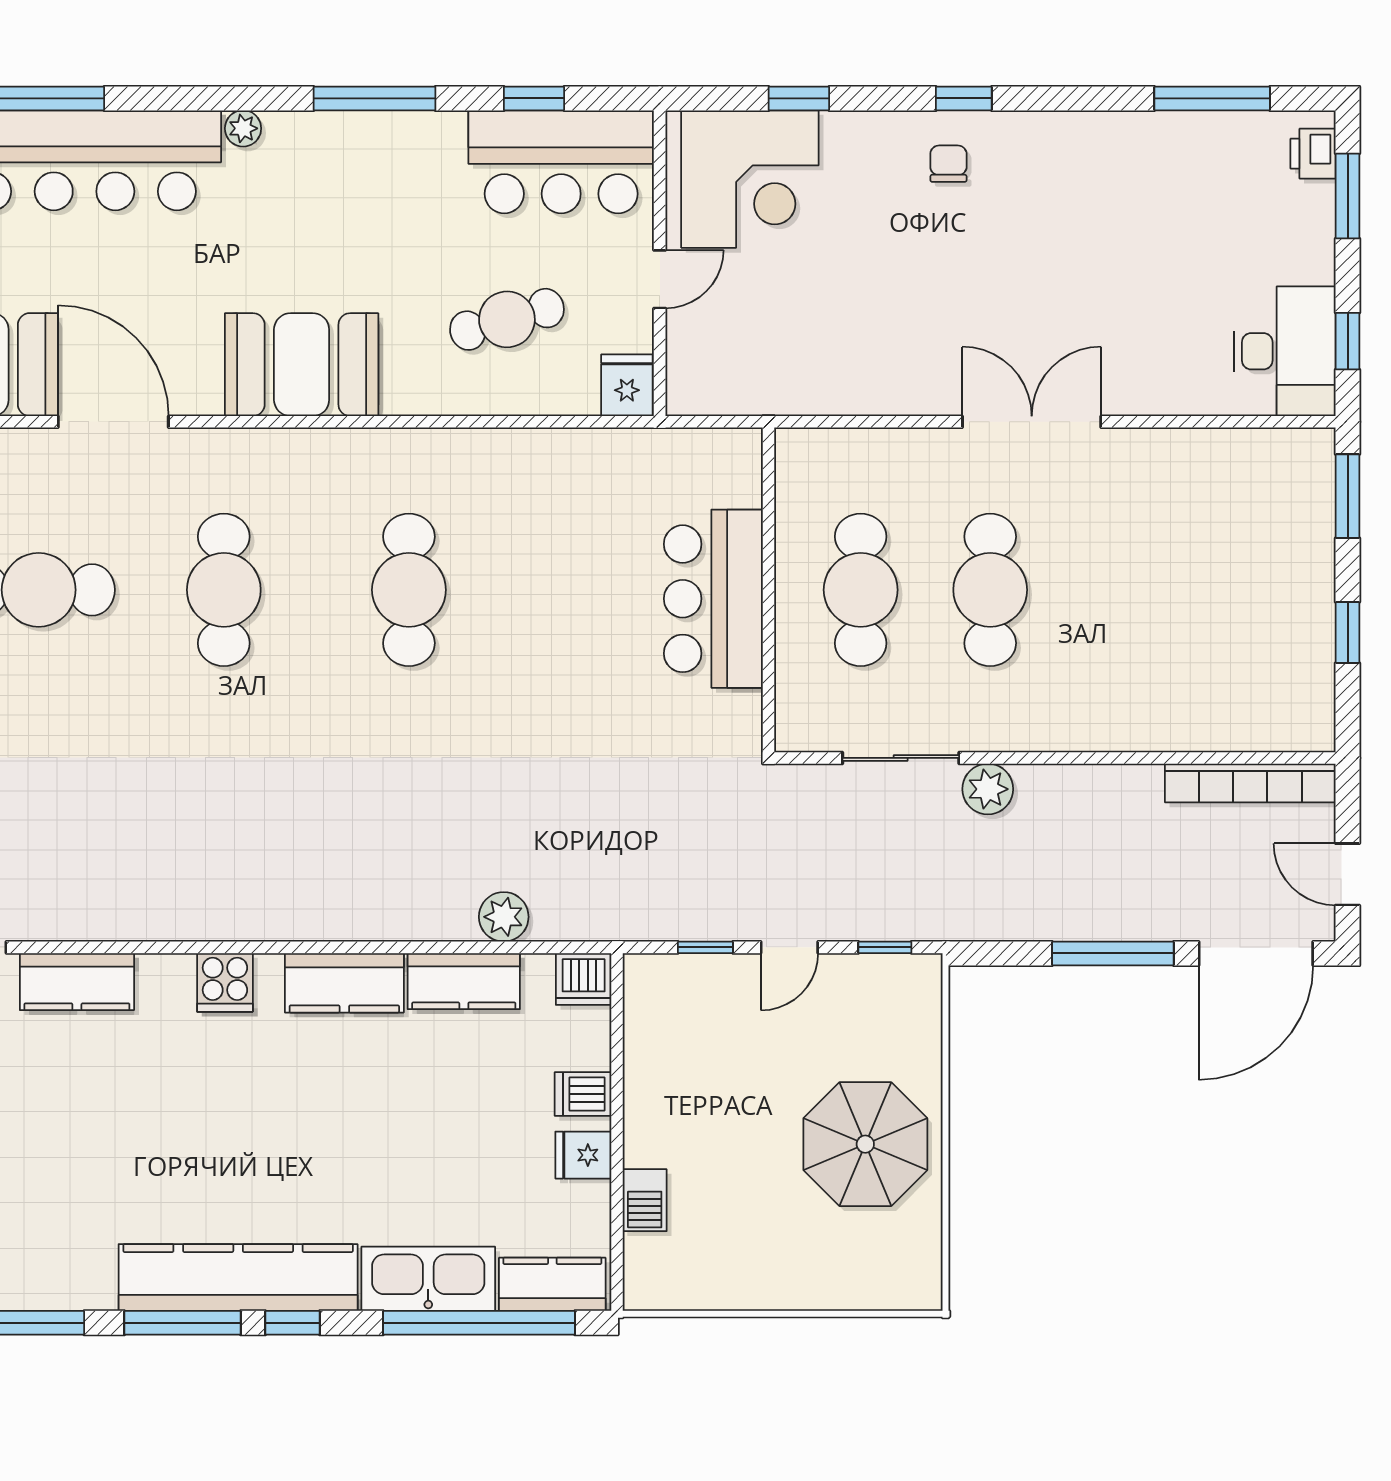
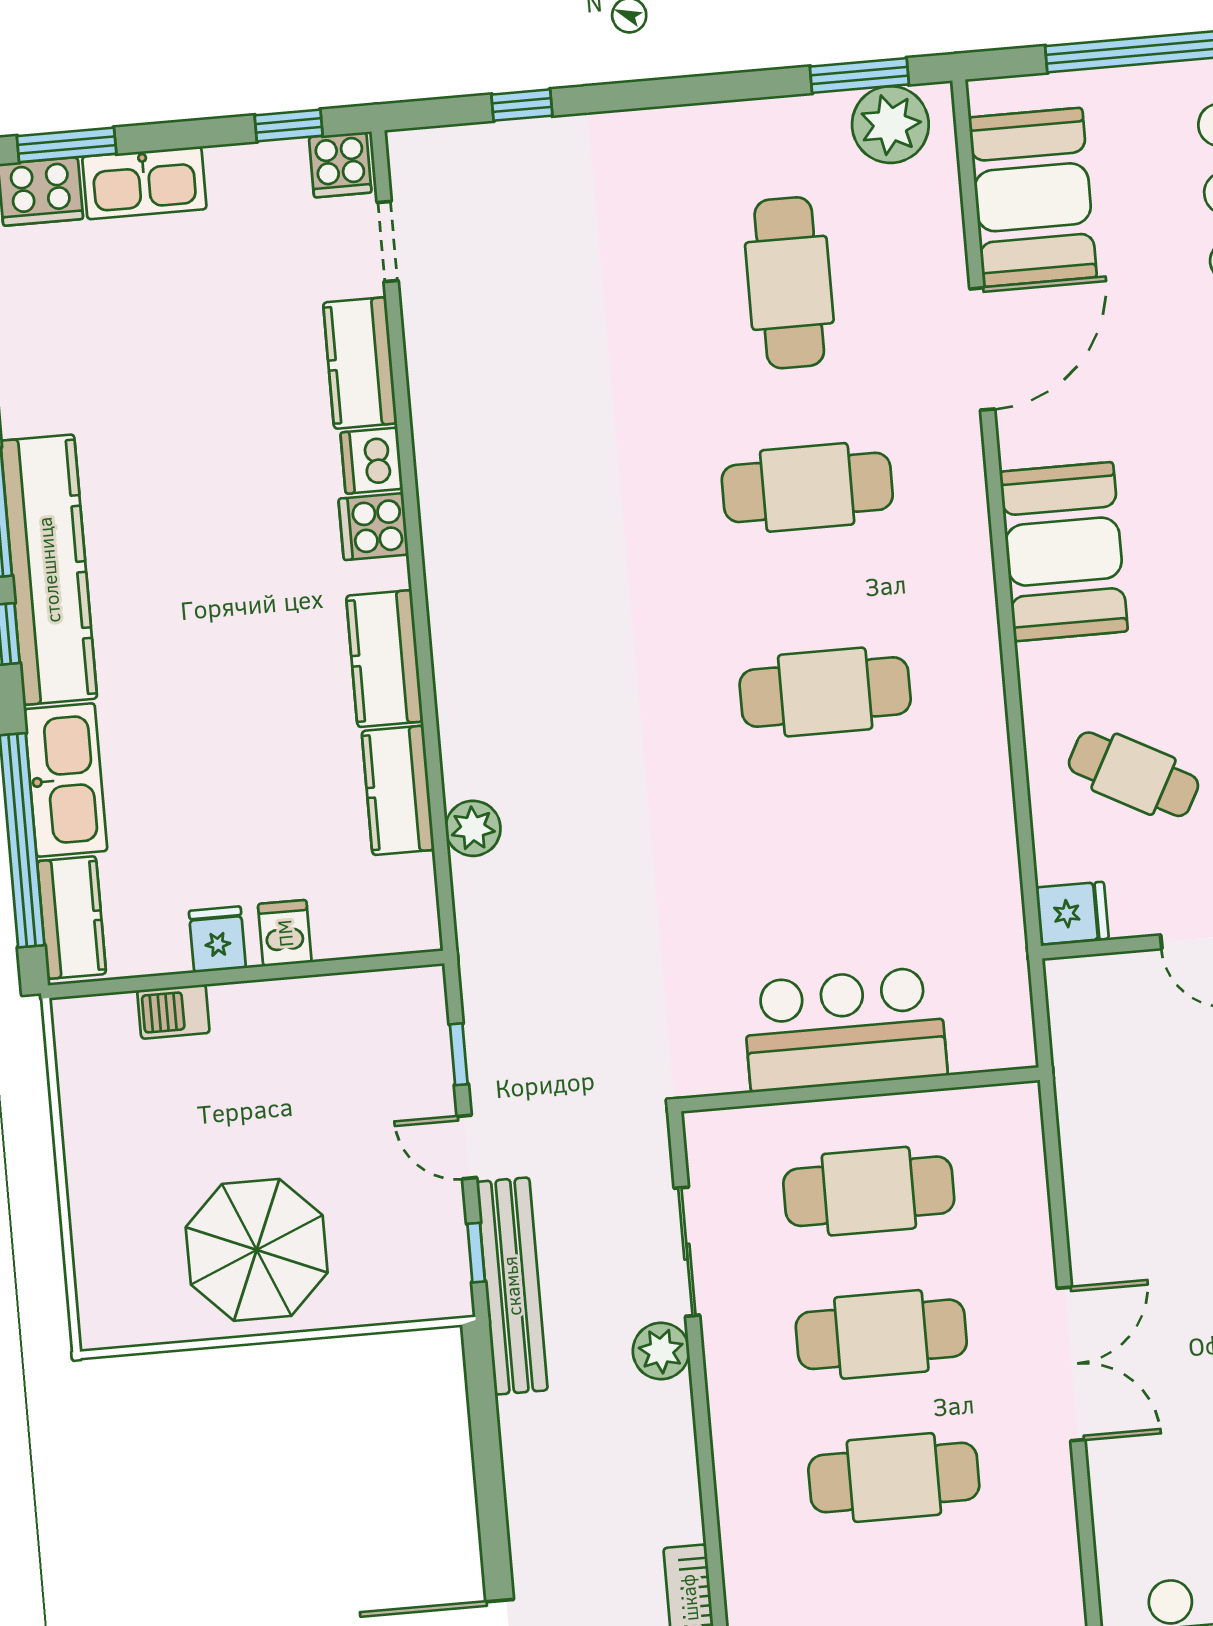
cafe table: (507, 319) -> (1134, 774), turned -46
cafe table: (1120, 590) -> (894, 1478), added
bench: (918, 918) -> (512, 1286), added
window: (1113, 953) -> (491, 1505), removed
dishwasher: (584, 979) -> (372, 461), moved

